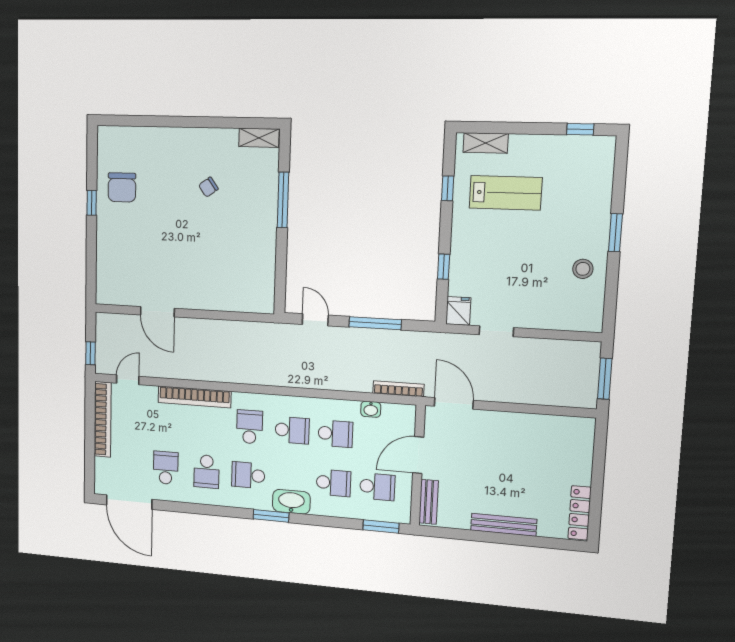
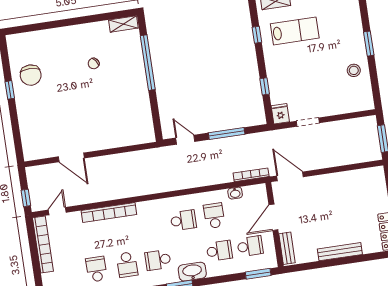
window: (283, 200) -> (148, 63), width x1.46
school desk: (250, 427) -> (153, 225), removed
school desk: (335, 434) -> (214, 216), turned -90

